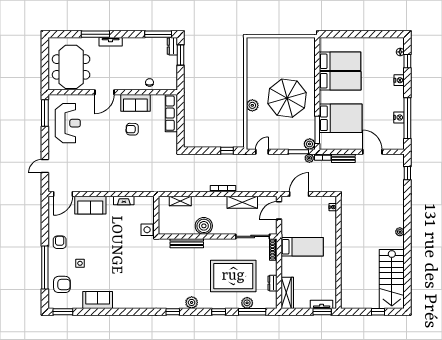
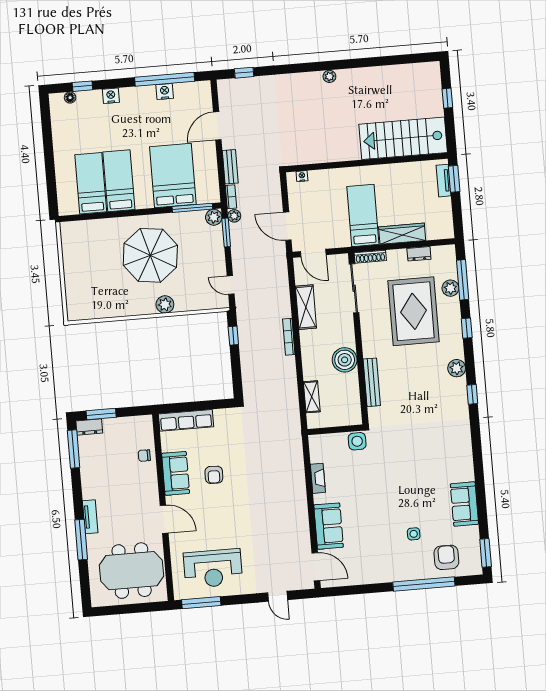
reception desk: (68, 123) -> (213, 568), turned 180
armchair: (60, 242) -> (386, 566), removed
stairs: (392, 279) -> (403, 138), moved, turned 180
wardrobe: (287, 293) -> (402, 234), moved

